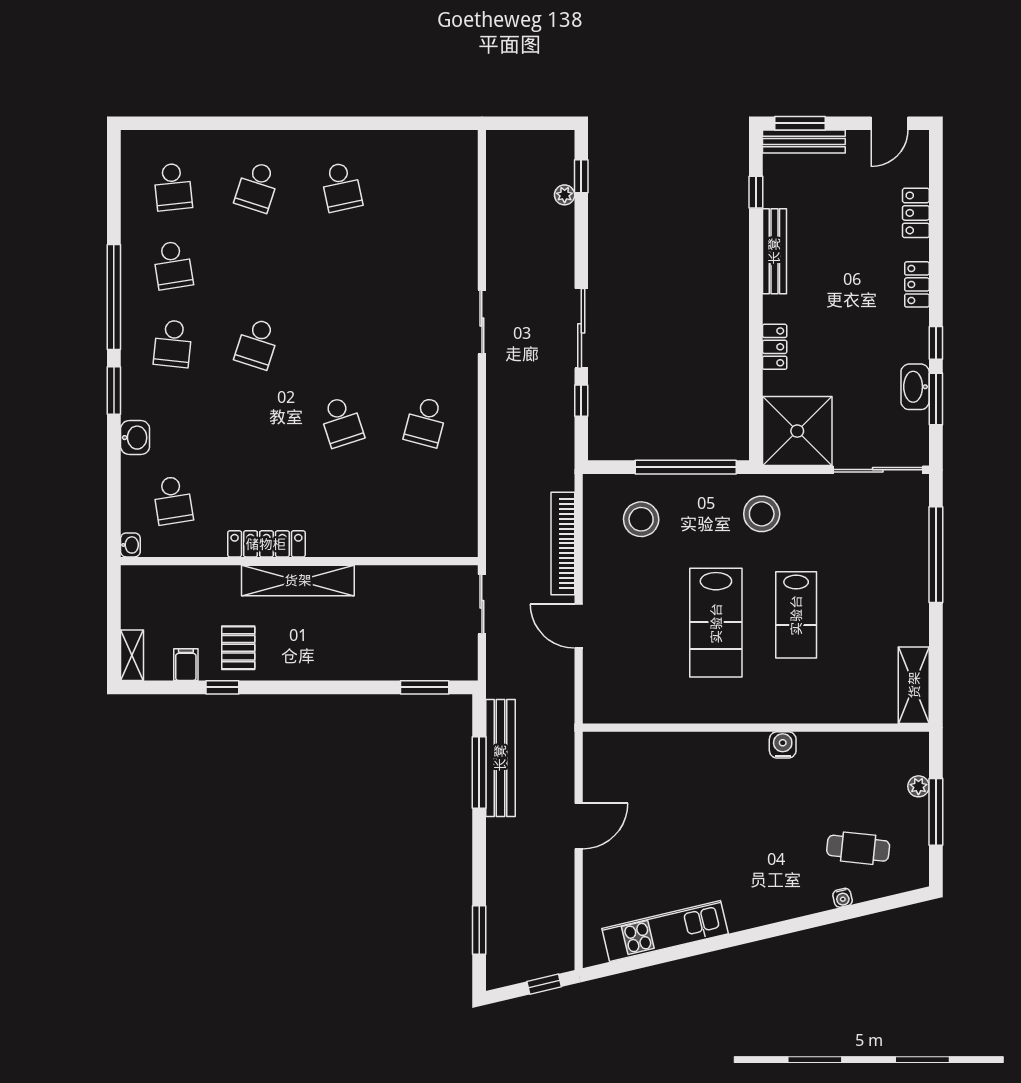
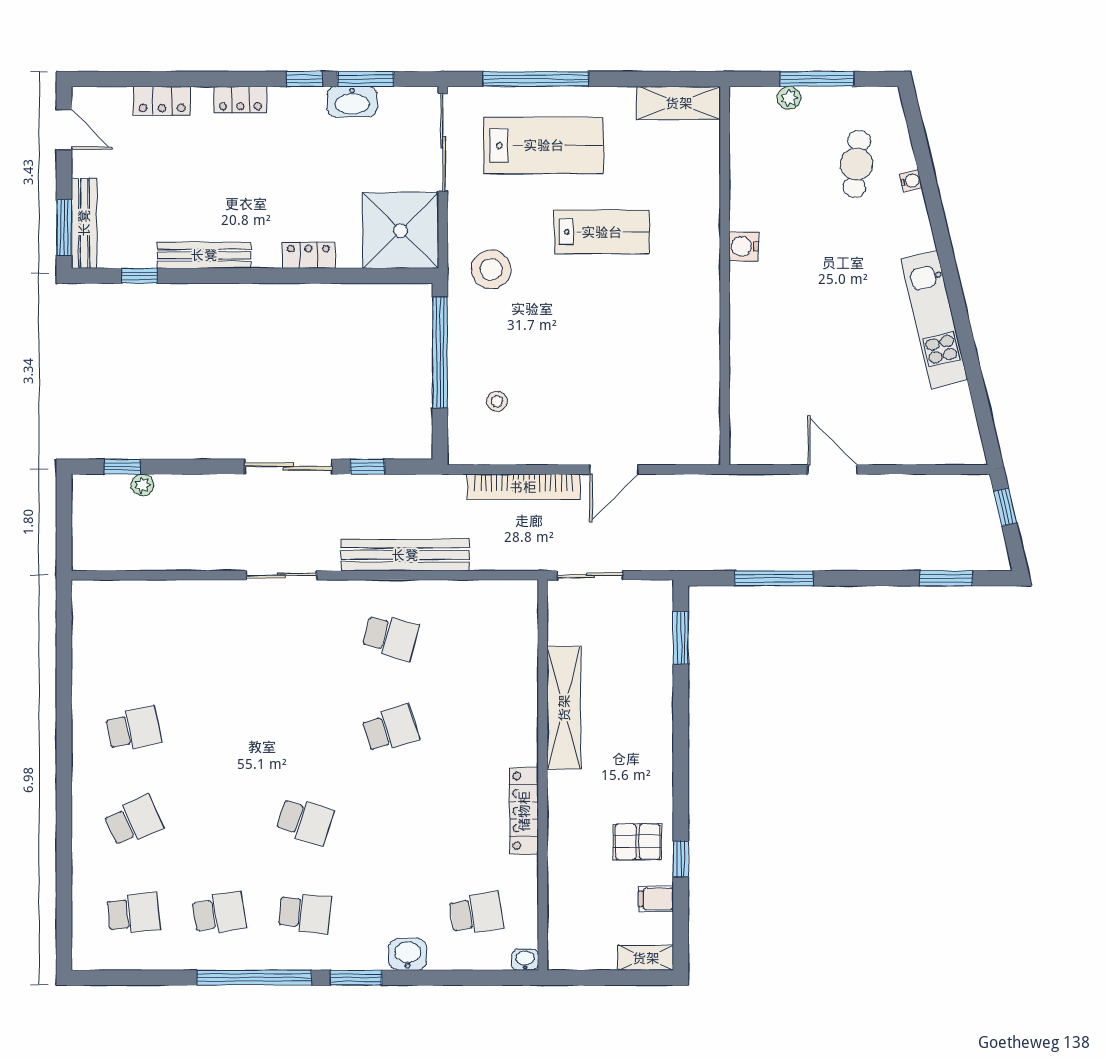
school desk: (257, 187) -> (134, 821), turned -42
stool: (641, 519) -> (497, 401), width x0.53, depth x0.53
shelving: (298, 580) -> (564, 708), moved
lab bench: (716, 623) -> (544, 145), moved
bench: (500, 758) -> (405, 555), moved
kitchen unit: (665, 931) -> (934, 319), moved

